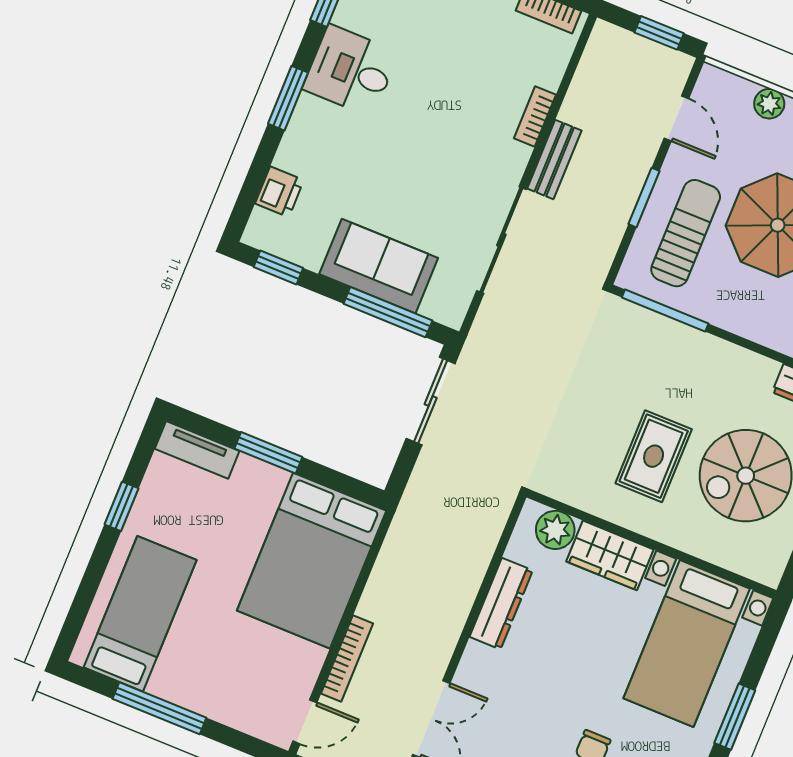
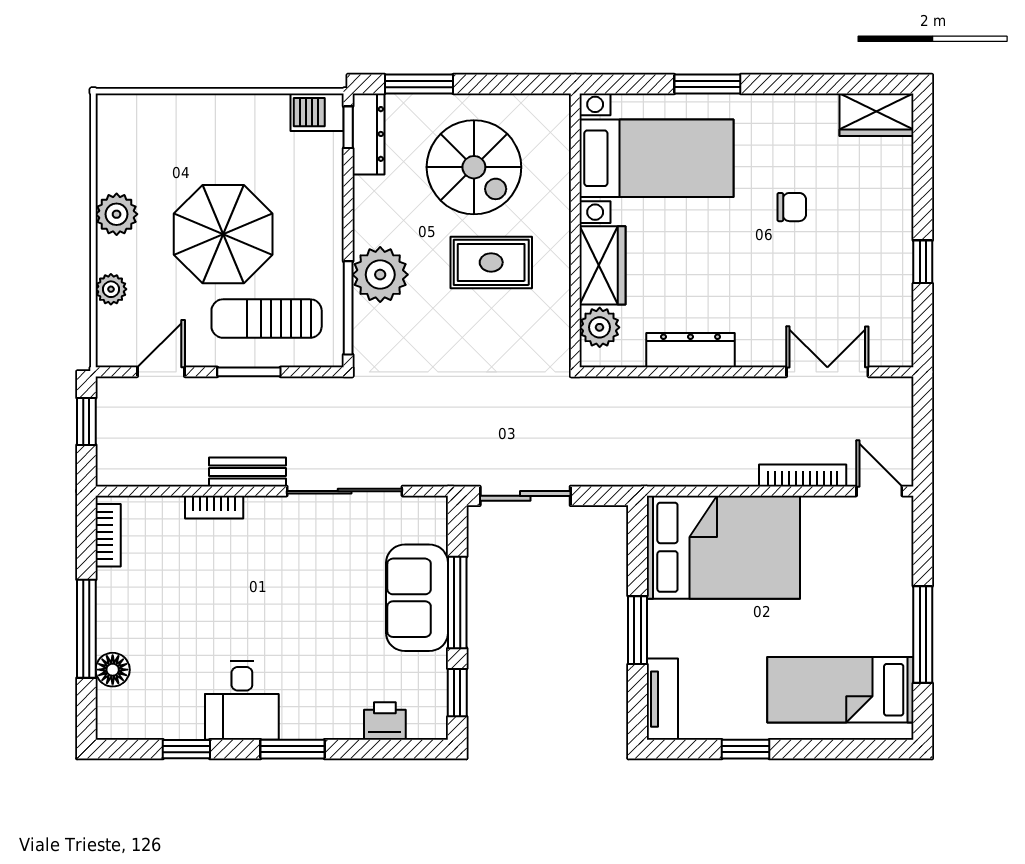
window: (388, 312) -> (457, 602), moved
plant: (683, 352) -> (380, 275), added

